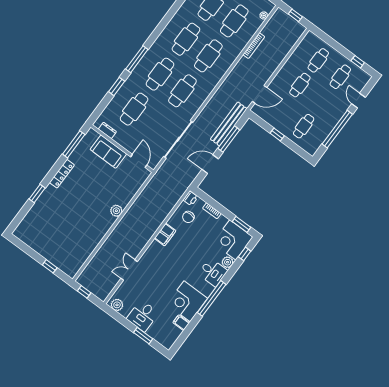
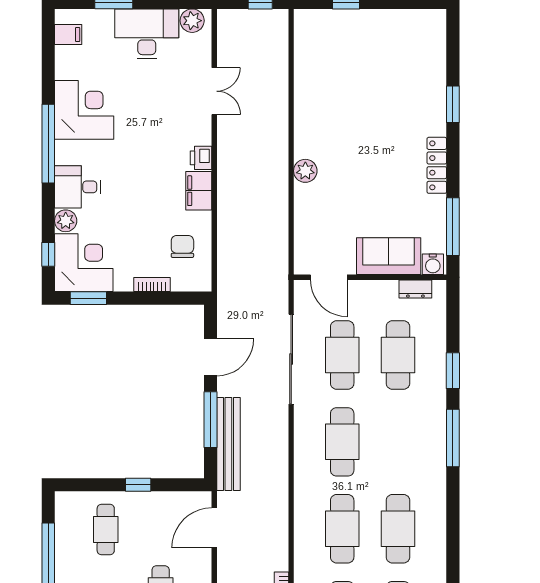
cafe table: (160, 74) -> (342, 355), moved
water cooler: (93, 135) -> (433, 264), added
printer: (190, 198) -> (201, 158), moved
desk: (143, 316) -> (147, 34), width x1.37
filing cabinet: (181, 323) -> (68, 35), moved

